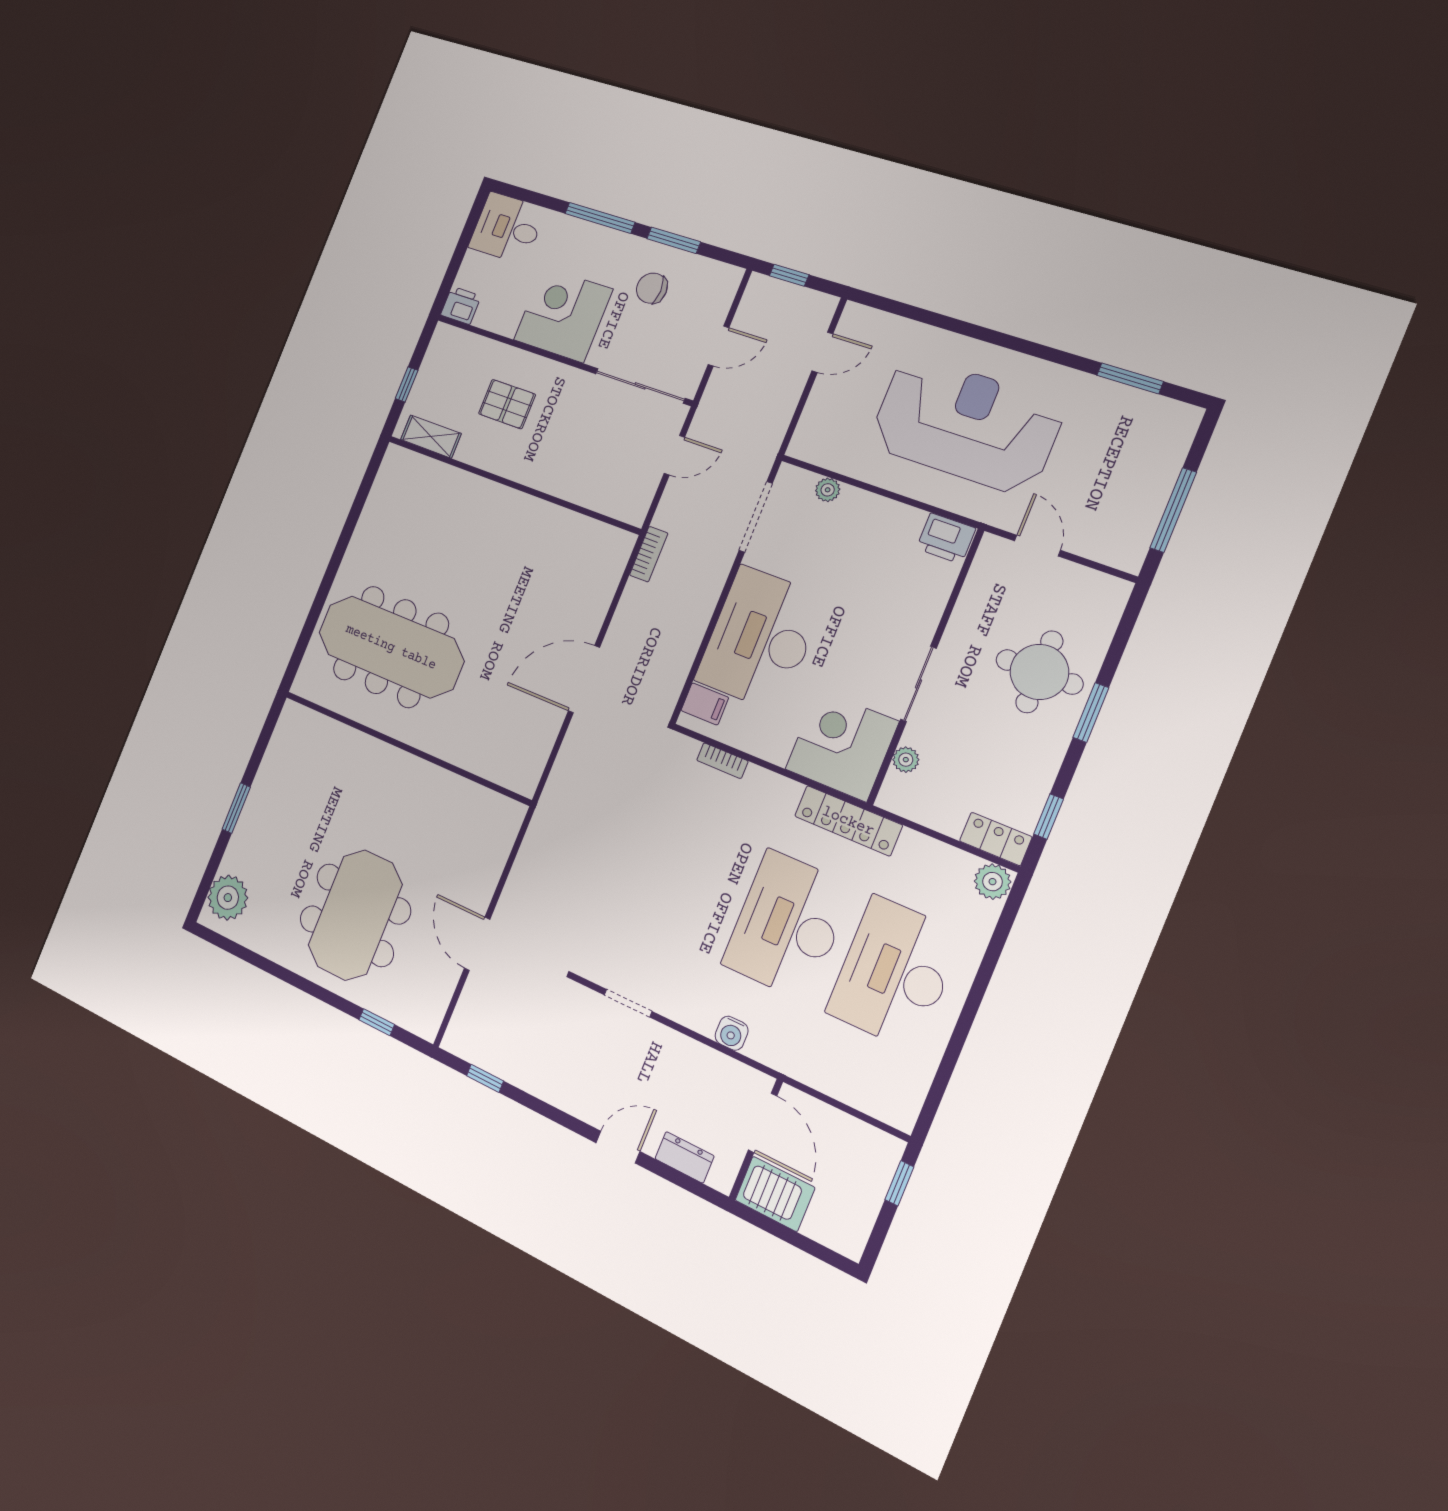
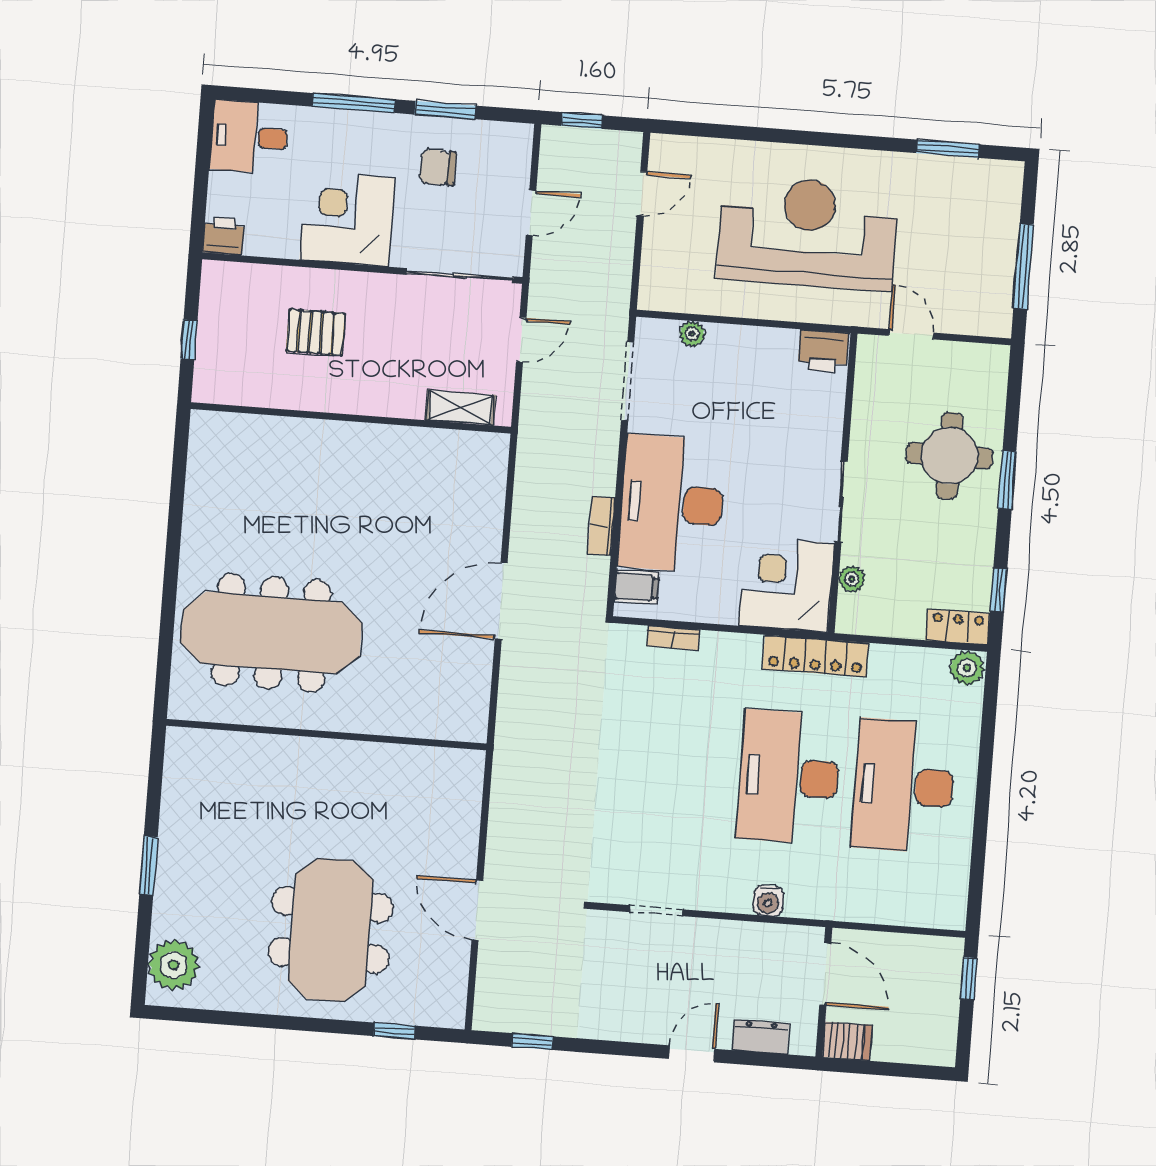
shelving: (431, 437) -> (461, 408), moved
bookcase: (649, 554) -> (602, 526), moved, turned 180
server rack: (775, 1194) -> (847, 1041), width x0.73, depth x0.70

